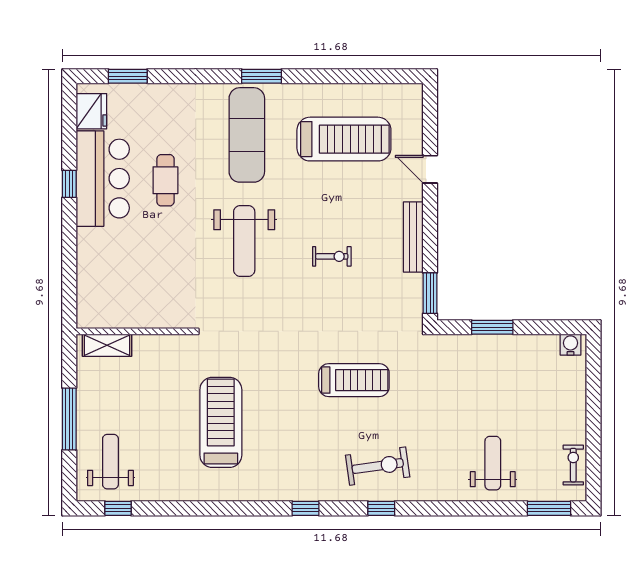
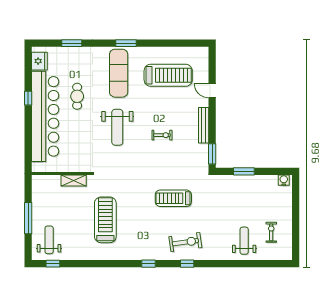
window: (128, 76) -> (72, 43), moved
bar counter: (103, 179) -> (45, 116), width x1.86
shelving: (107, 345) -> (74, 180), moved
treadmill: (354, 380) -> (173, 198), turned 180
exercise bike: (573, 465) -> (271, 232), moved
window: (549, 508) -> (273, 264), removed

